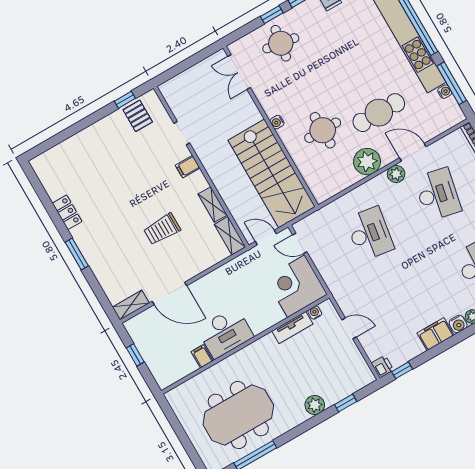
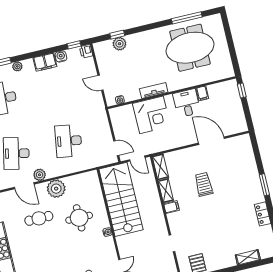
cafe table: (379, 113) -> (39, 218), width x0.73, depth x0.74
filing cabinet: (188, 167) -> (171, 207), moved
trolley: (162, 229) -> (204, 184), turned -90
corner desk: (296, 286) -> (151, 115), moved
shelving: (131, 305) -> (248, 257), moved
water cooler: (458, 324) -> (61, 56), moved
tv unit: (292, 327) -> (154, 91), moved
desk: (225, 333) -> (187, 103), width x0.73
window: (135, 355) -> (242, 91), moved
plant: (315, 405) -> (119, 44), moved

